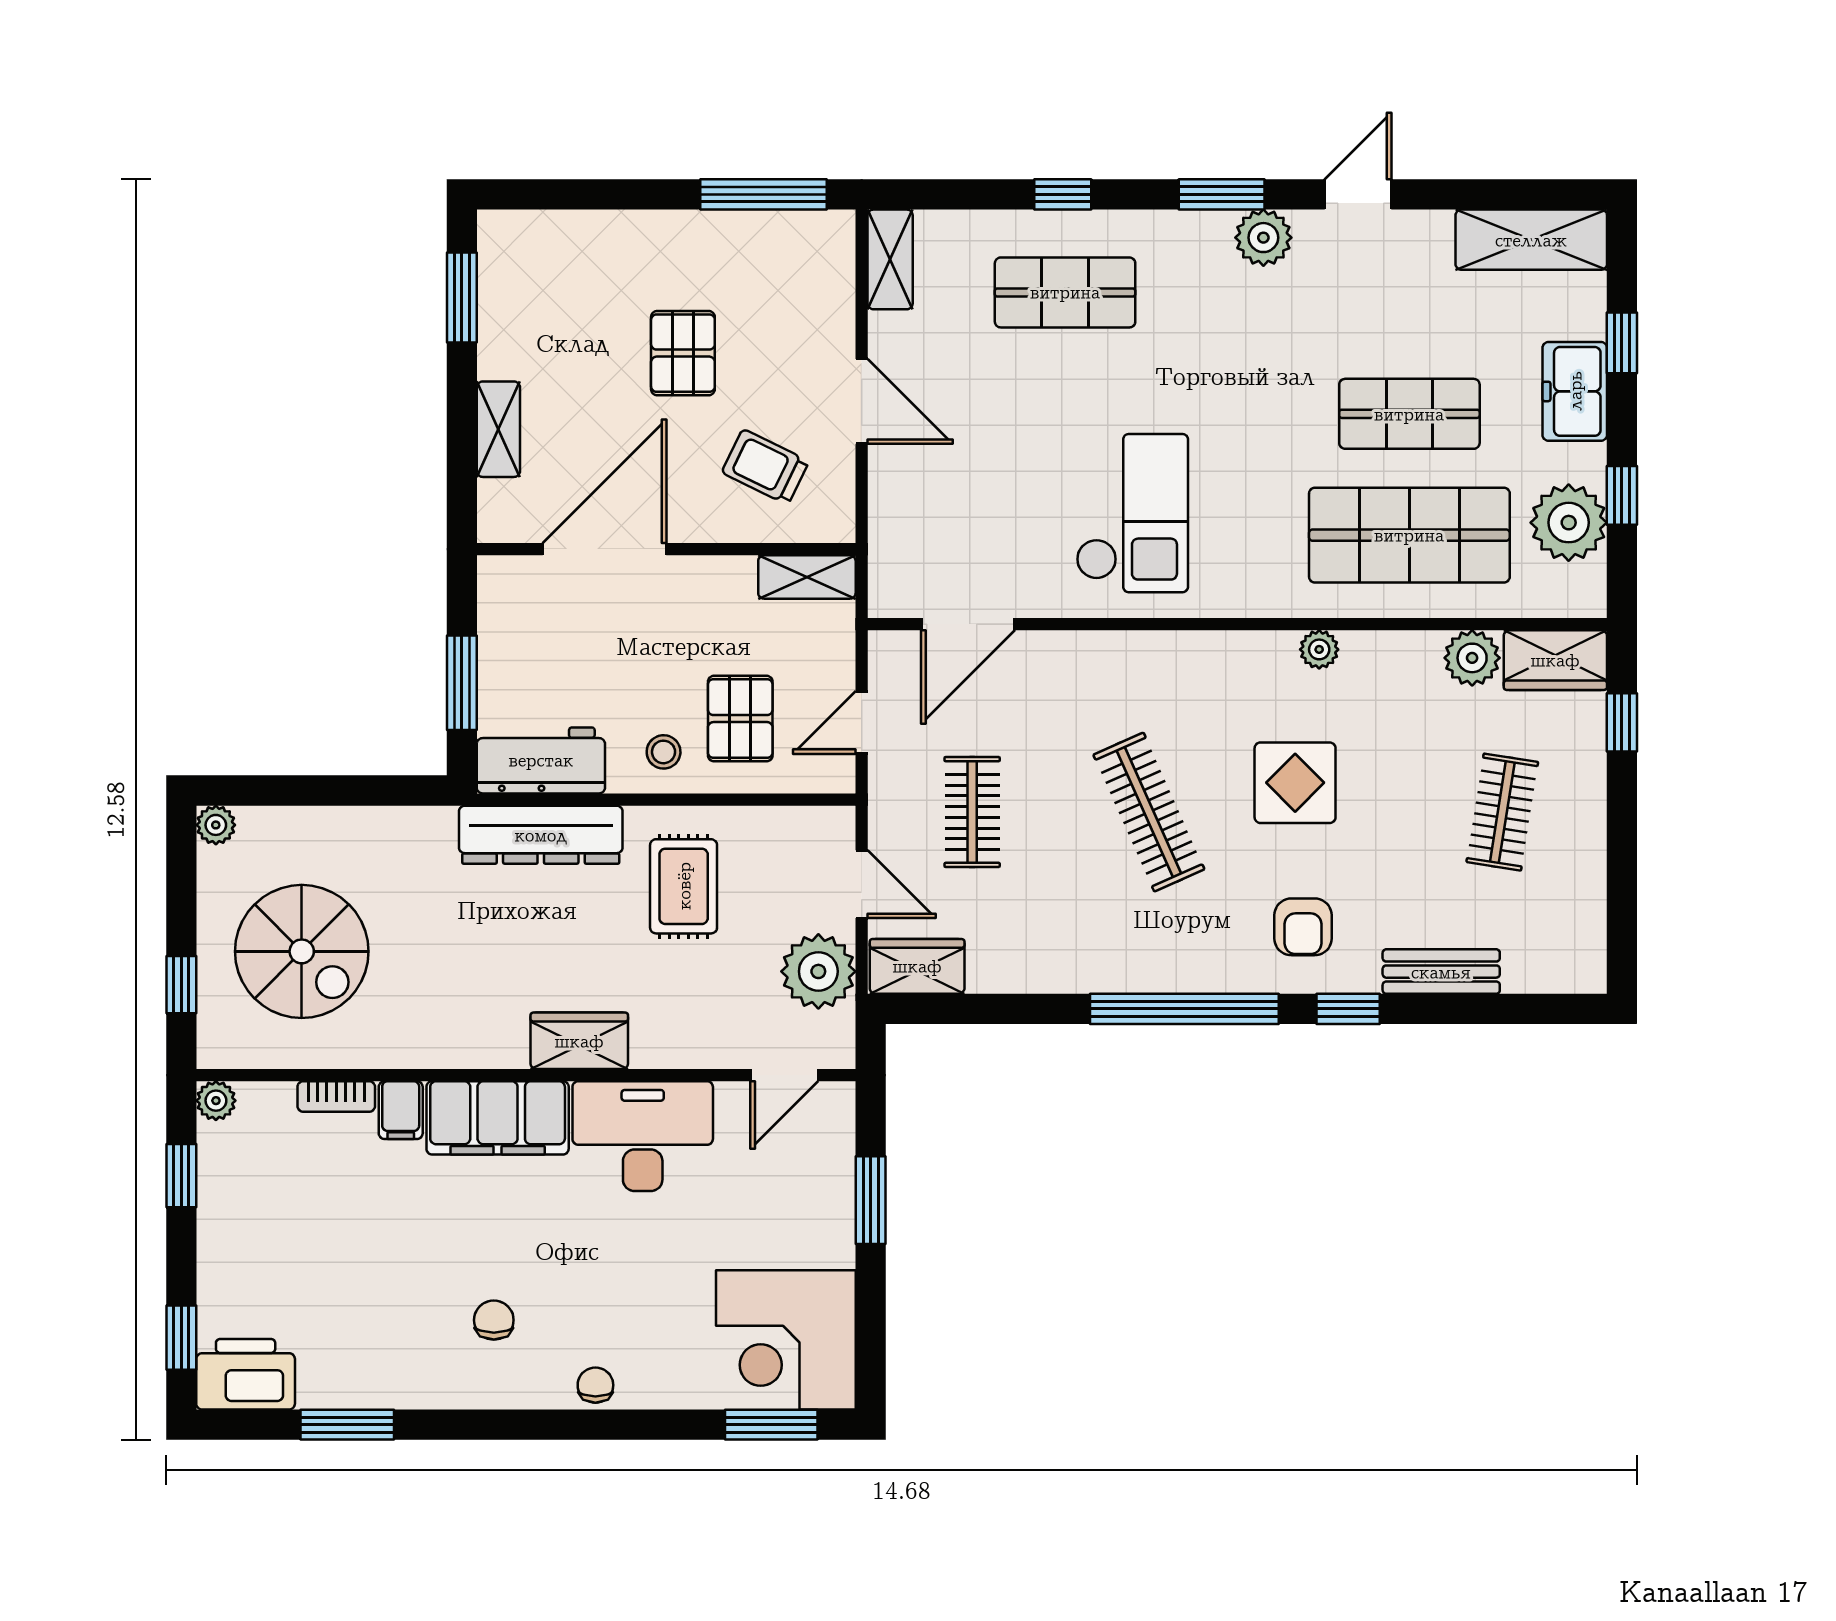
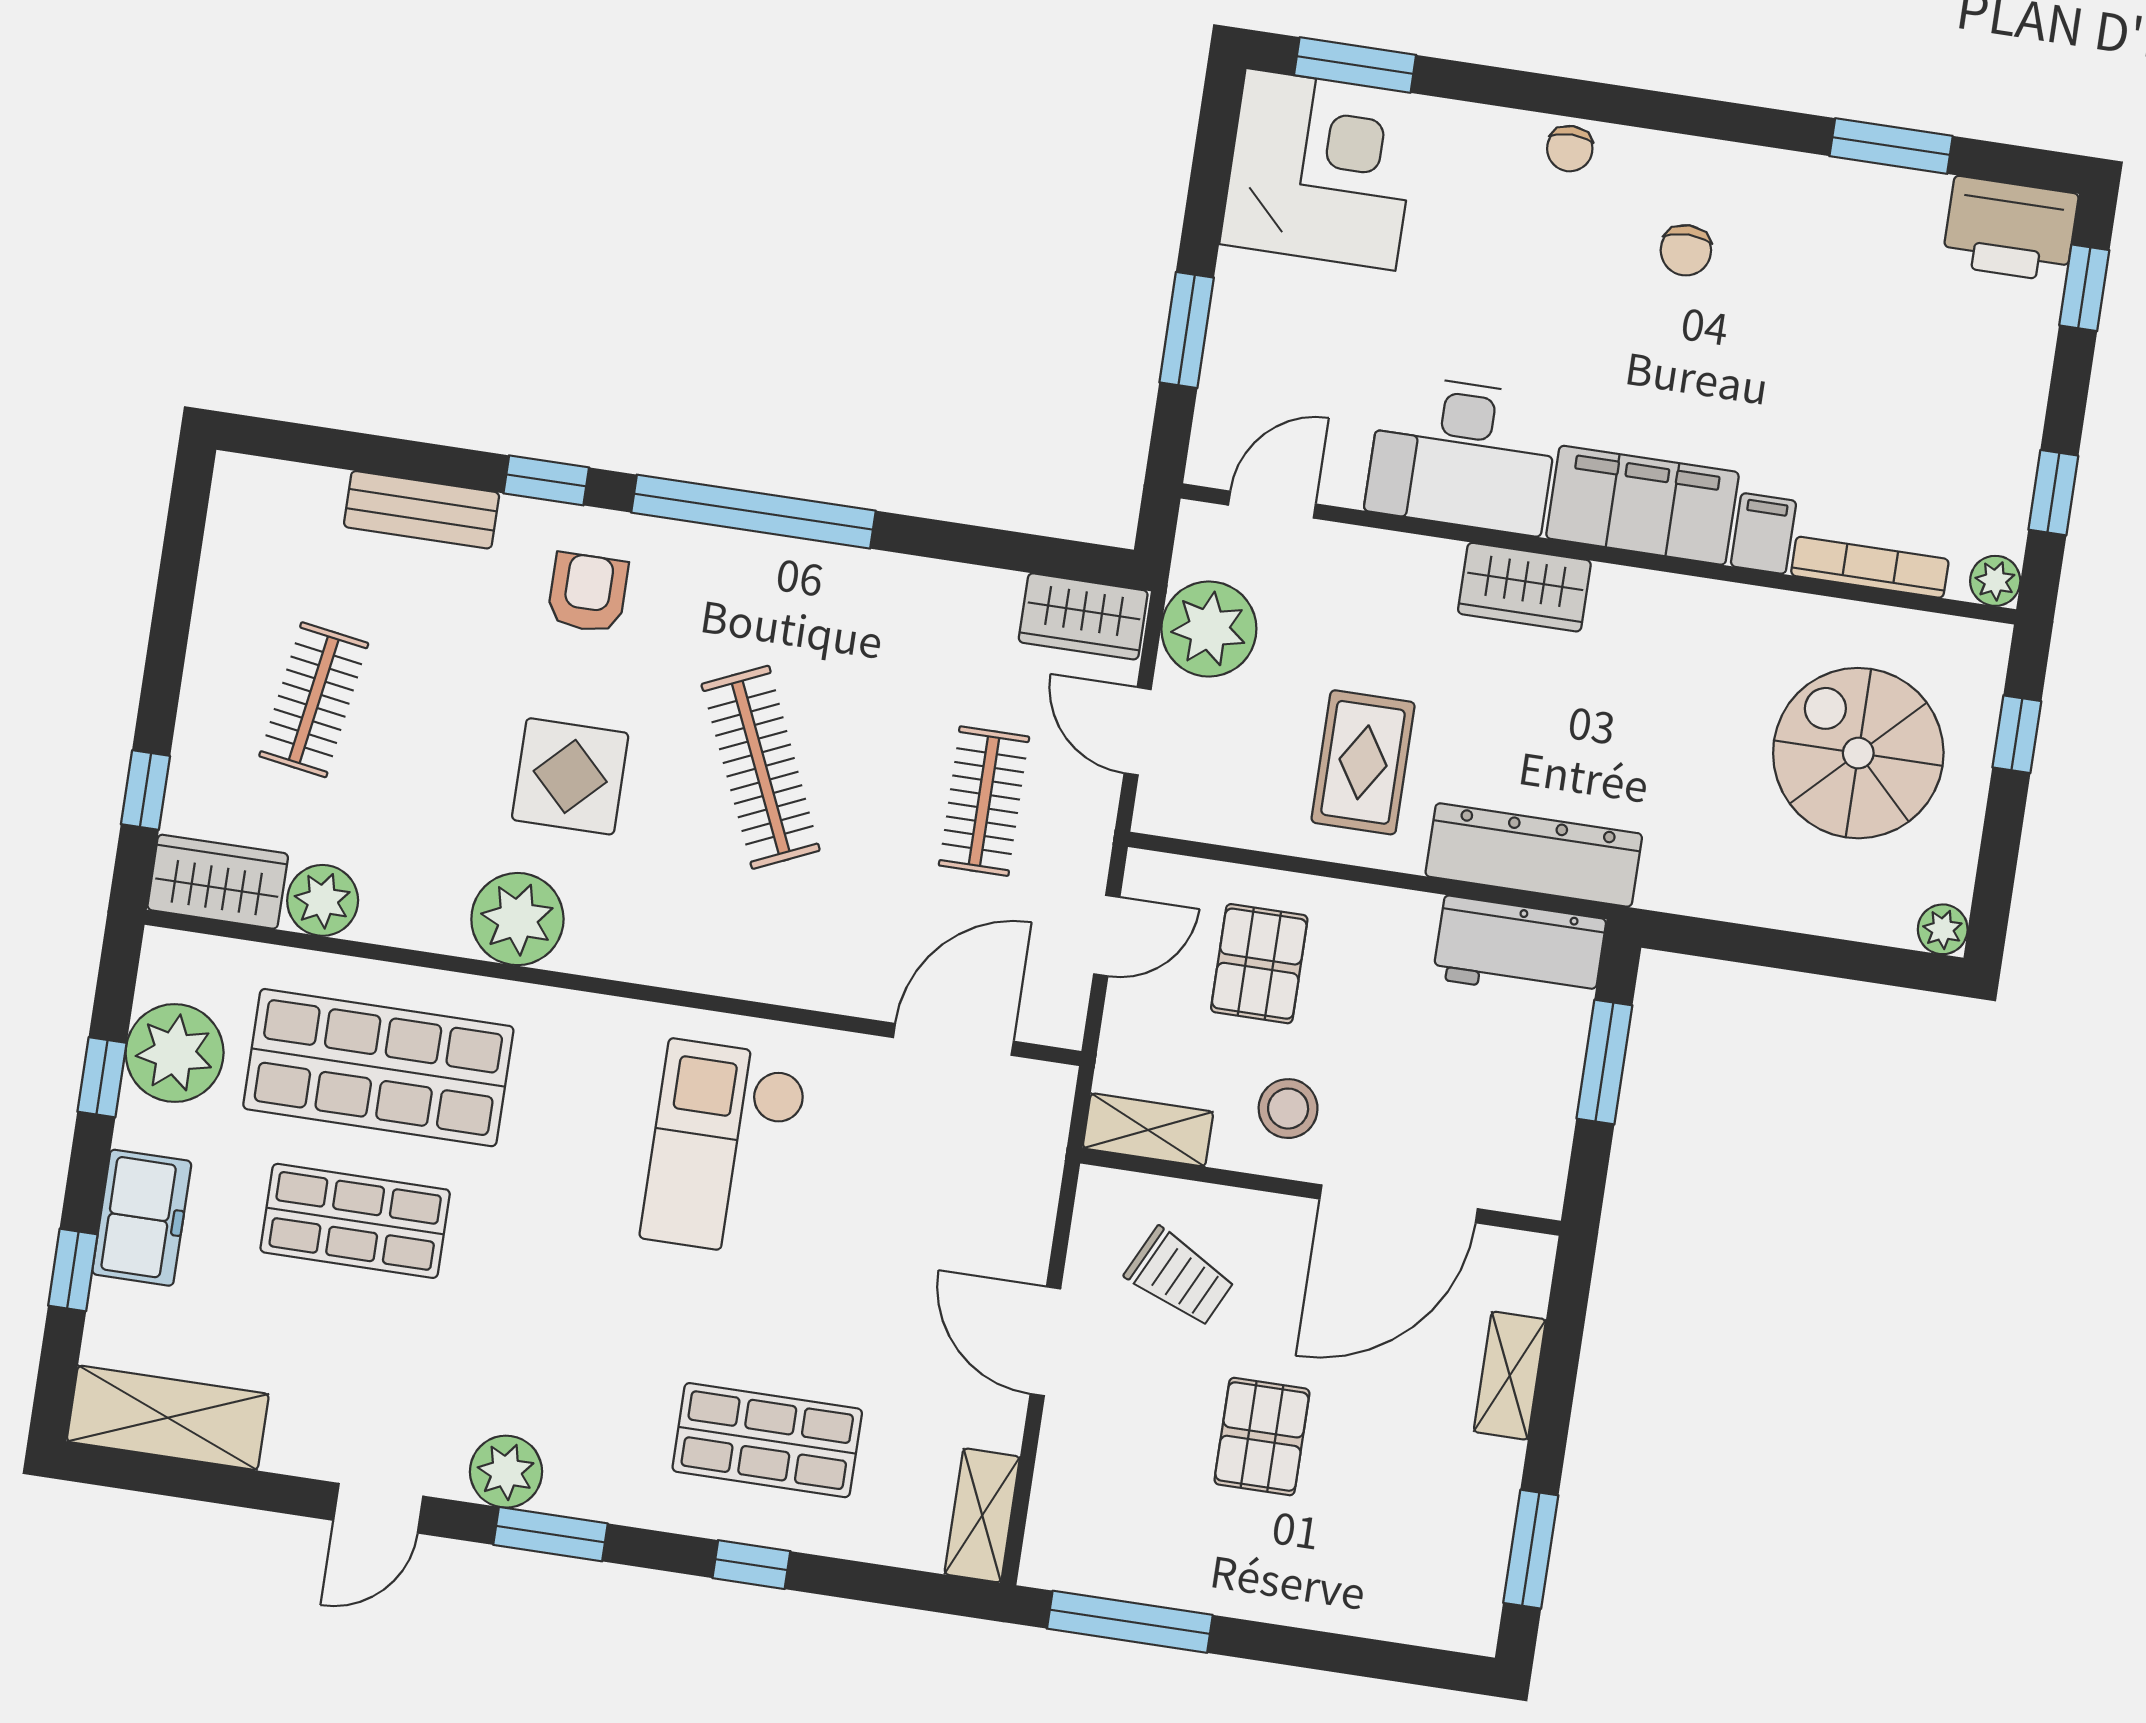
plant: (1319, 649) -> (517, 919), width x1.87, depth x1.87
stool: (664, 752) -> (1288, 1109), moved, width x1.37, depth x1.37
bookcase: (336, 1096) -> (1870, 567), width x1.56

